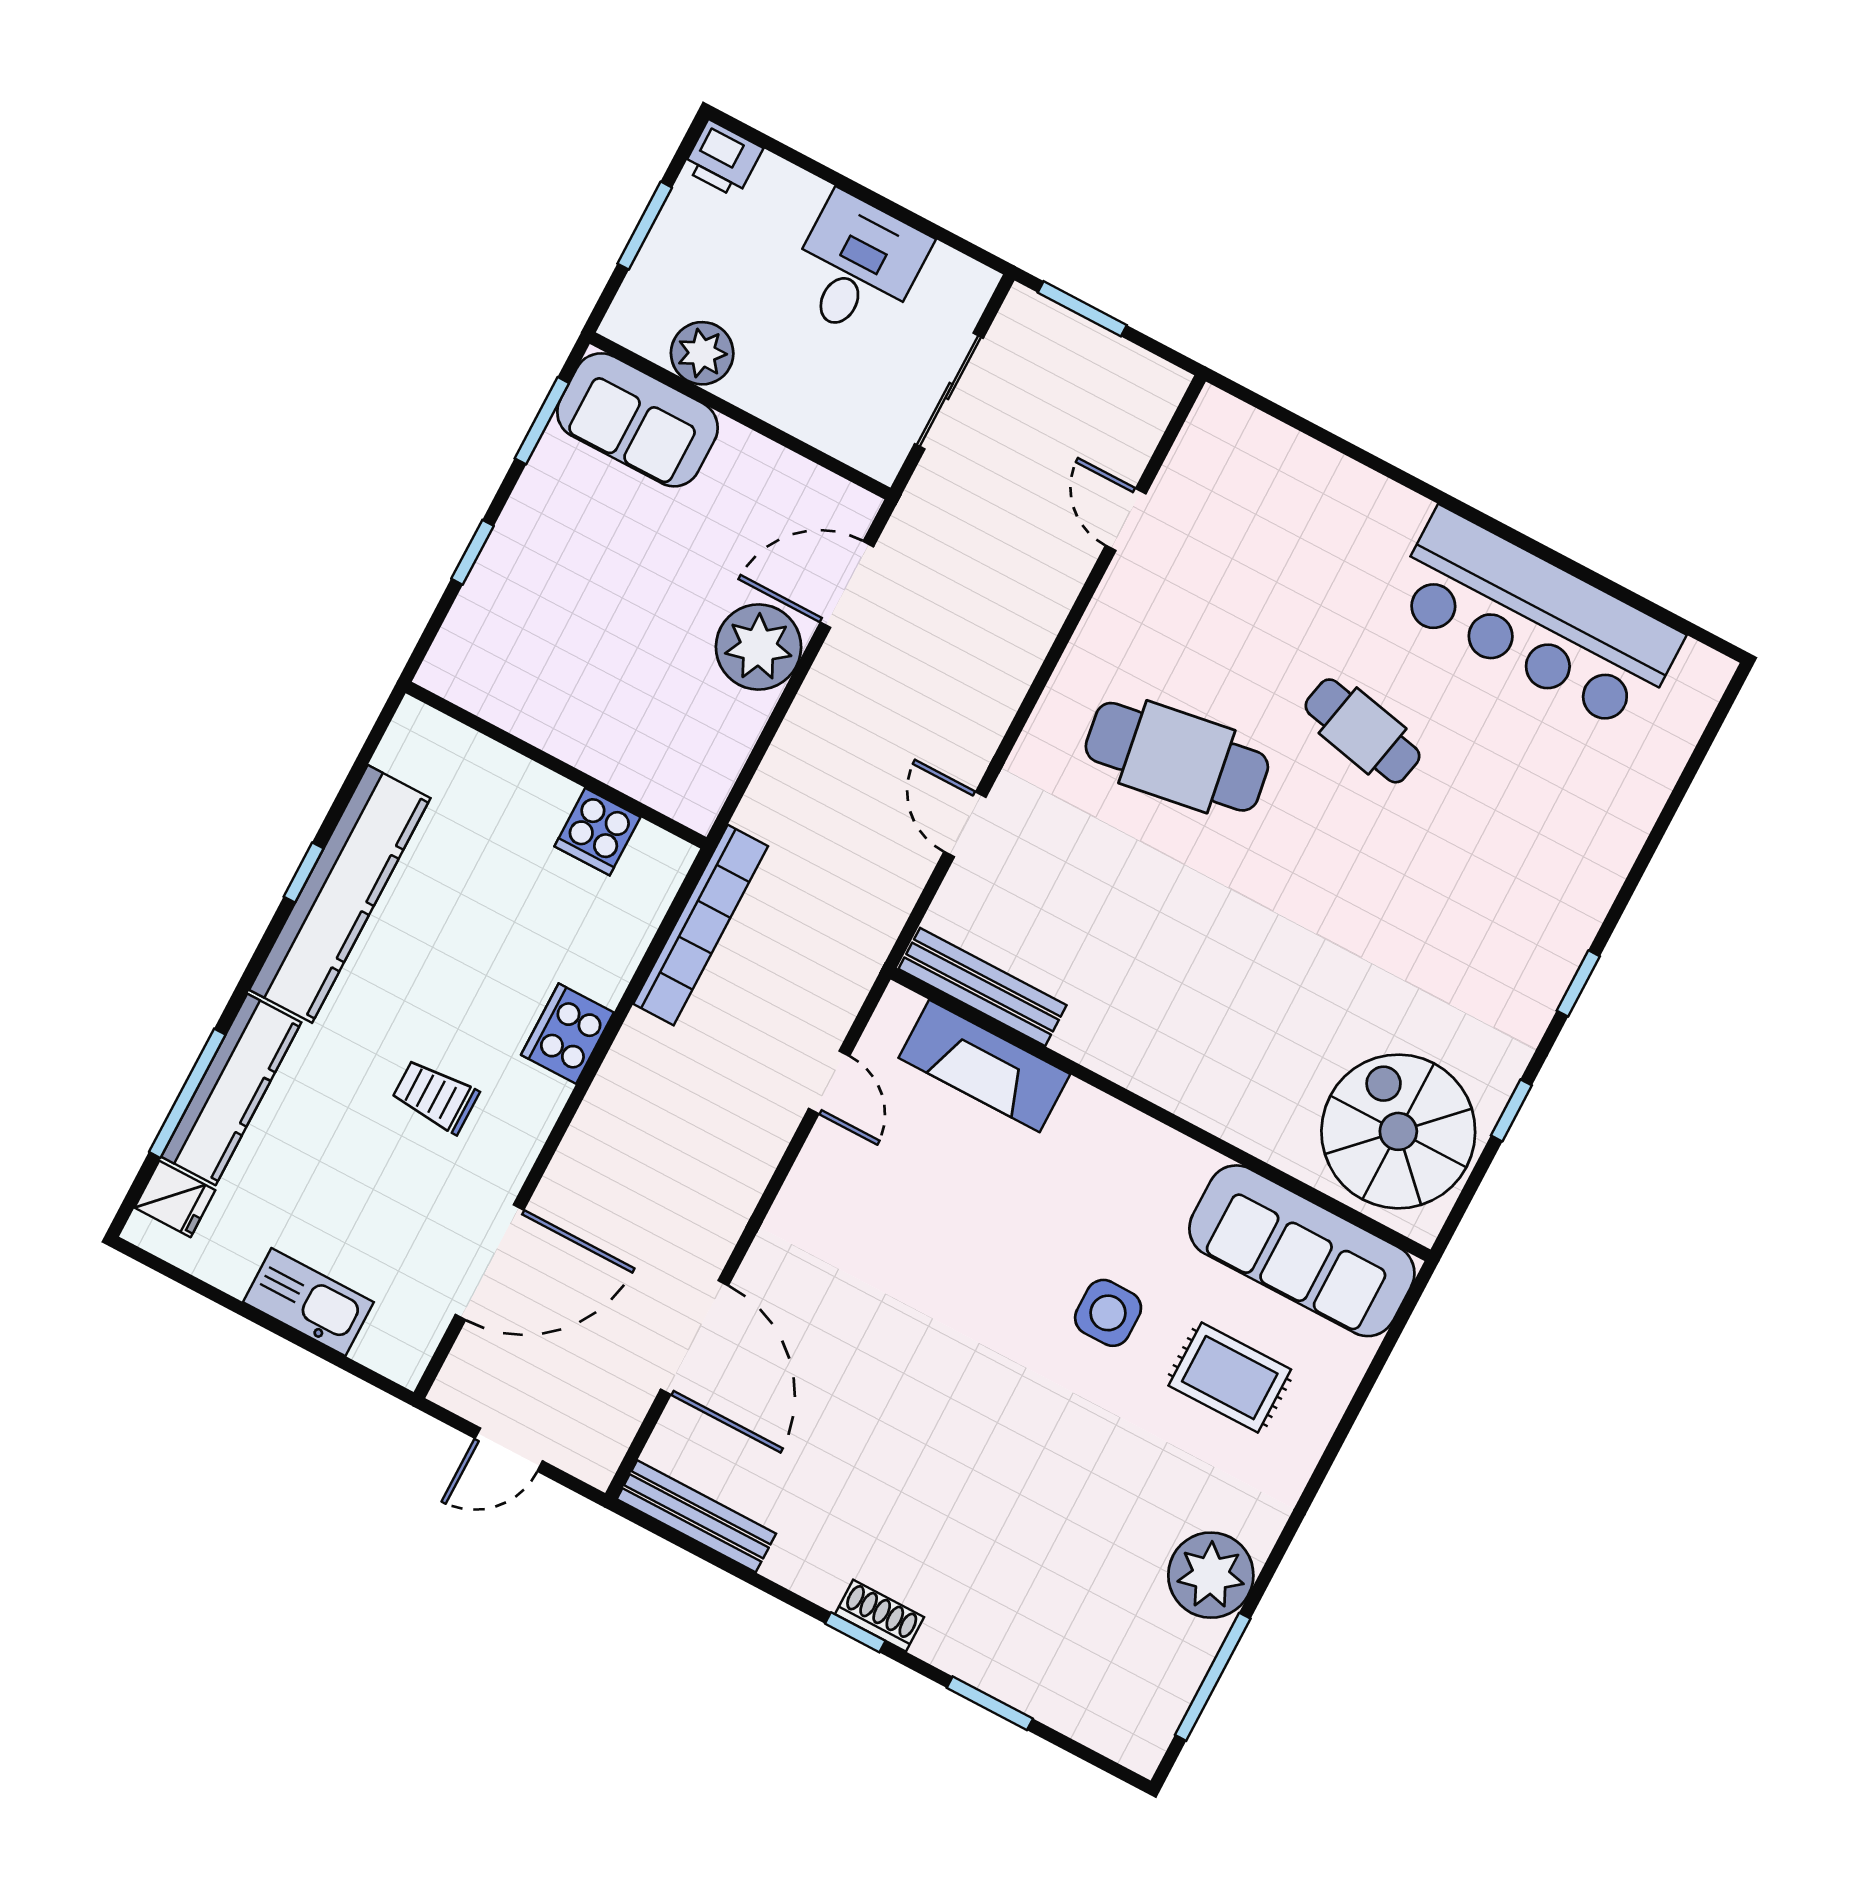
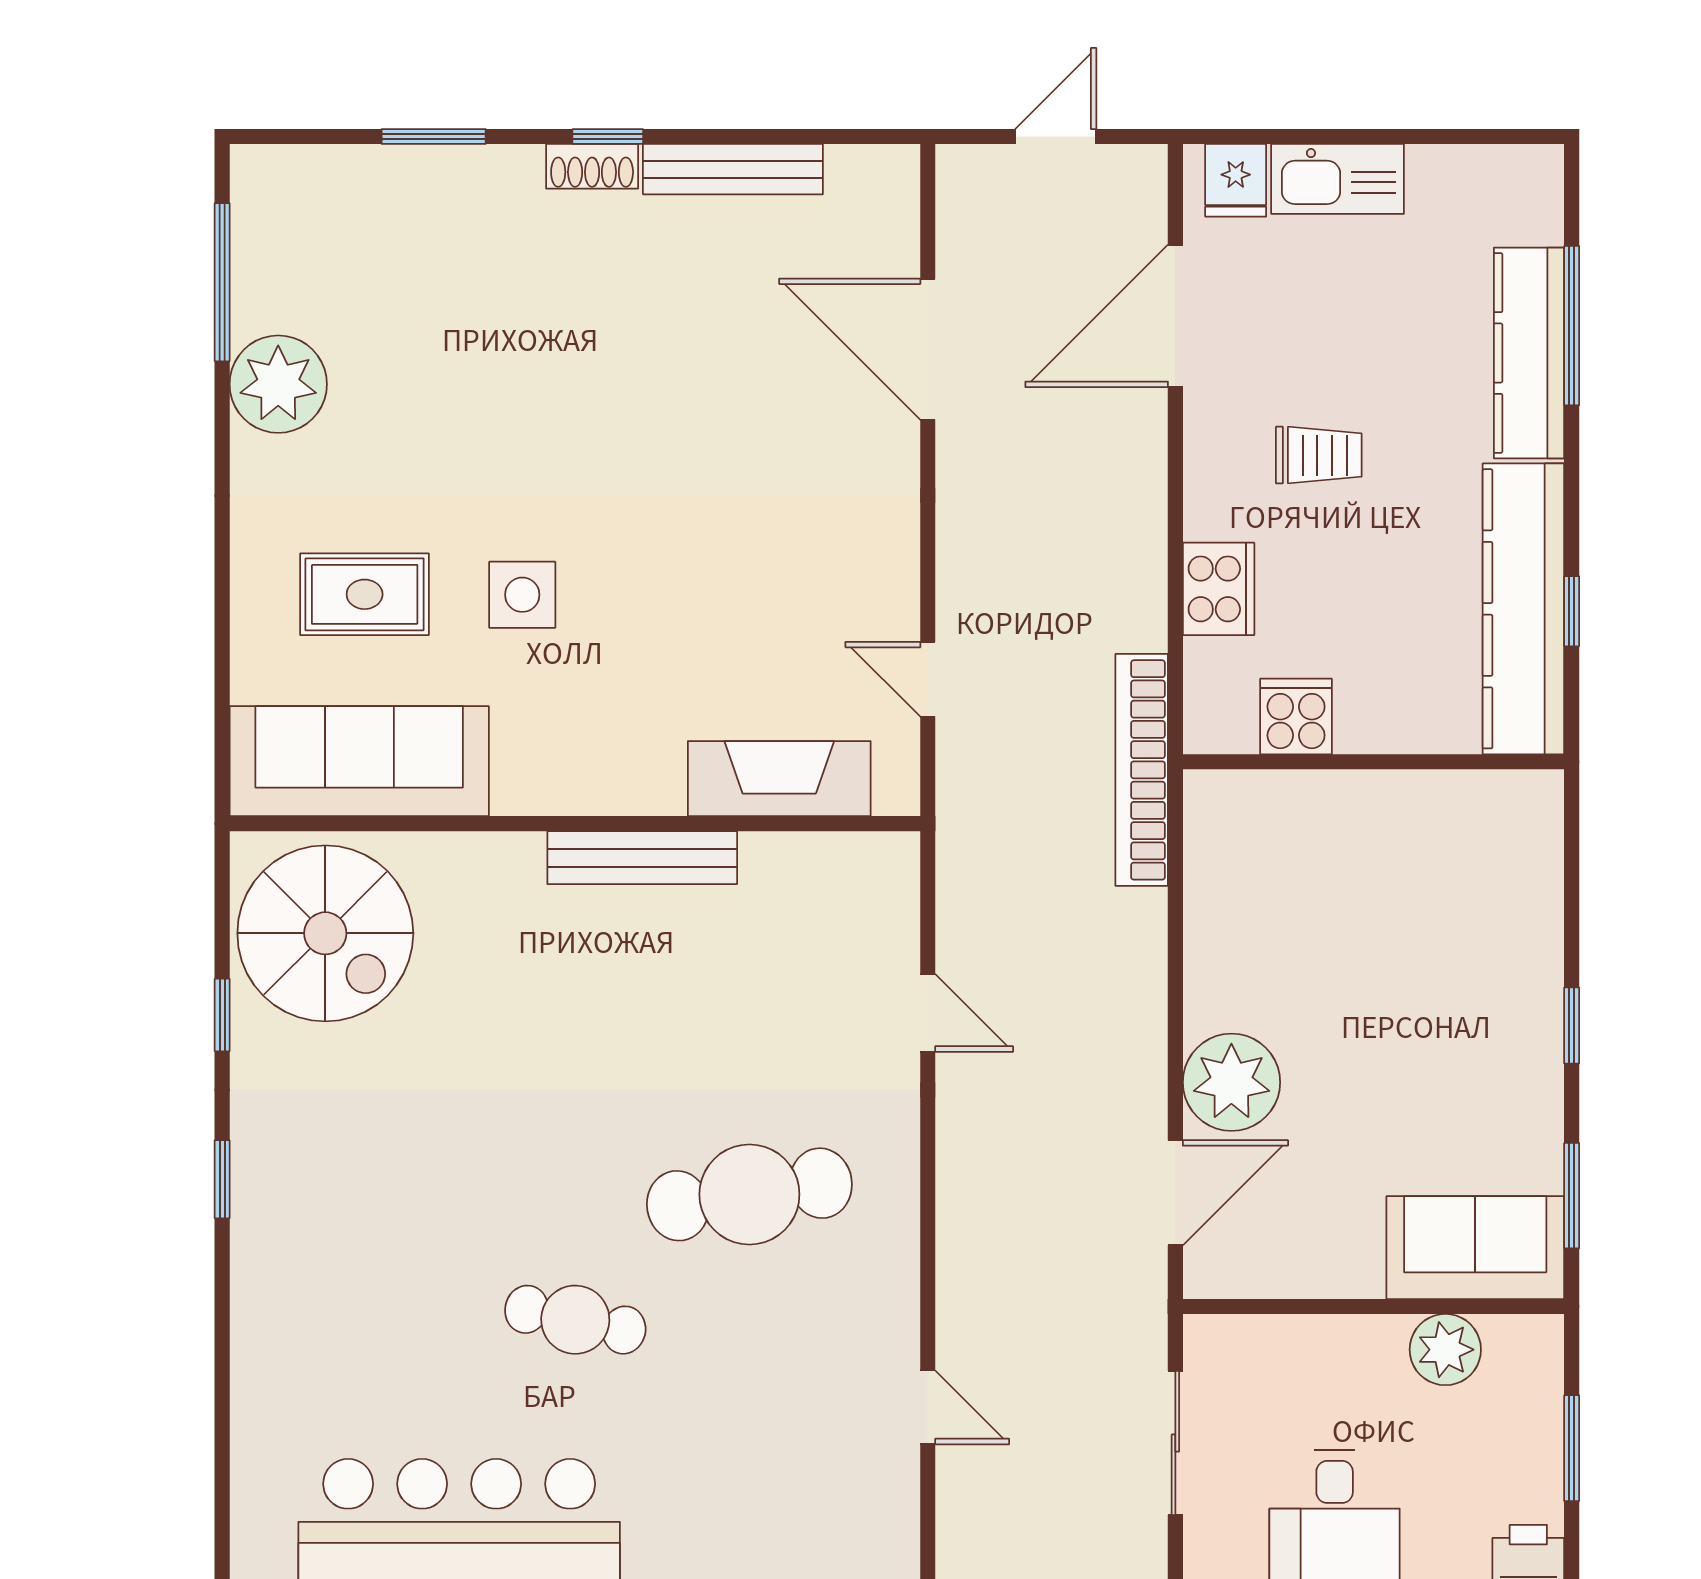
wall: (556, 765) -> (1373, 762), moved
cooker: (597, 832) -> (1296, 717), moved
bench: (983, 987) -> (642, 858), moved
fridge: (175, 1199) -> (1236, 180), moved, turned -90
bench: (696, 1516) -> (733, 169), moved

